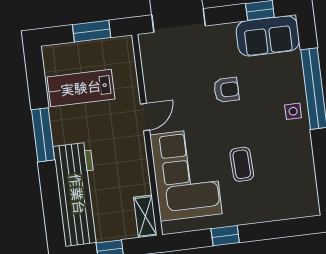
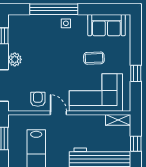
plant: (224, 35) -> (15, 59), added
sofa: (268, 36) -> (106, 25), moved, turned 90
armchair: (226, 90) -> (38, 99), moved

